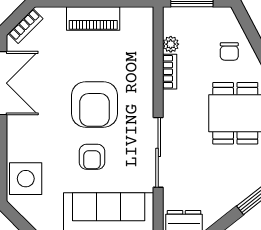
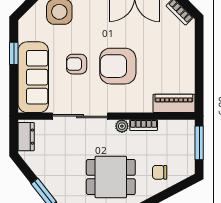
piano: (93, 19) -> (174, 103), moved, turned 90
plant: (171, 44) -> (122, 126), moved

